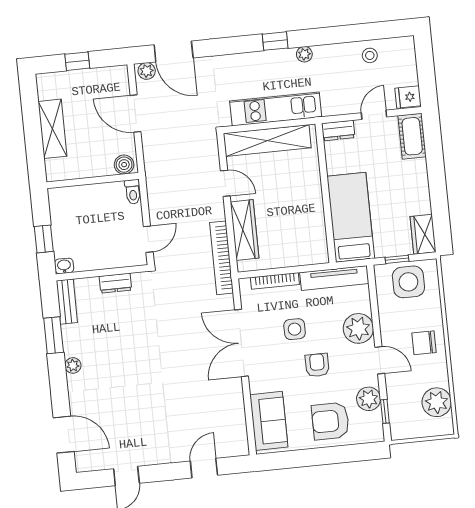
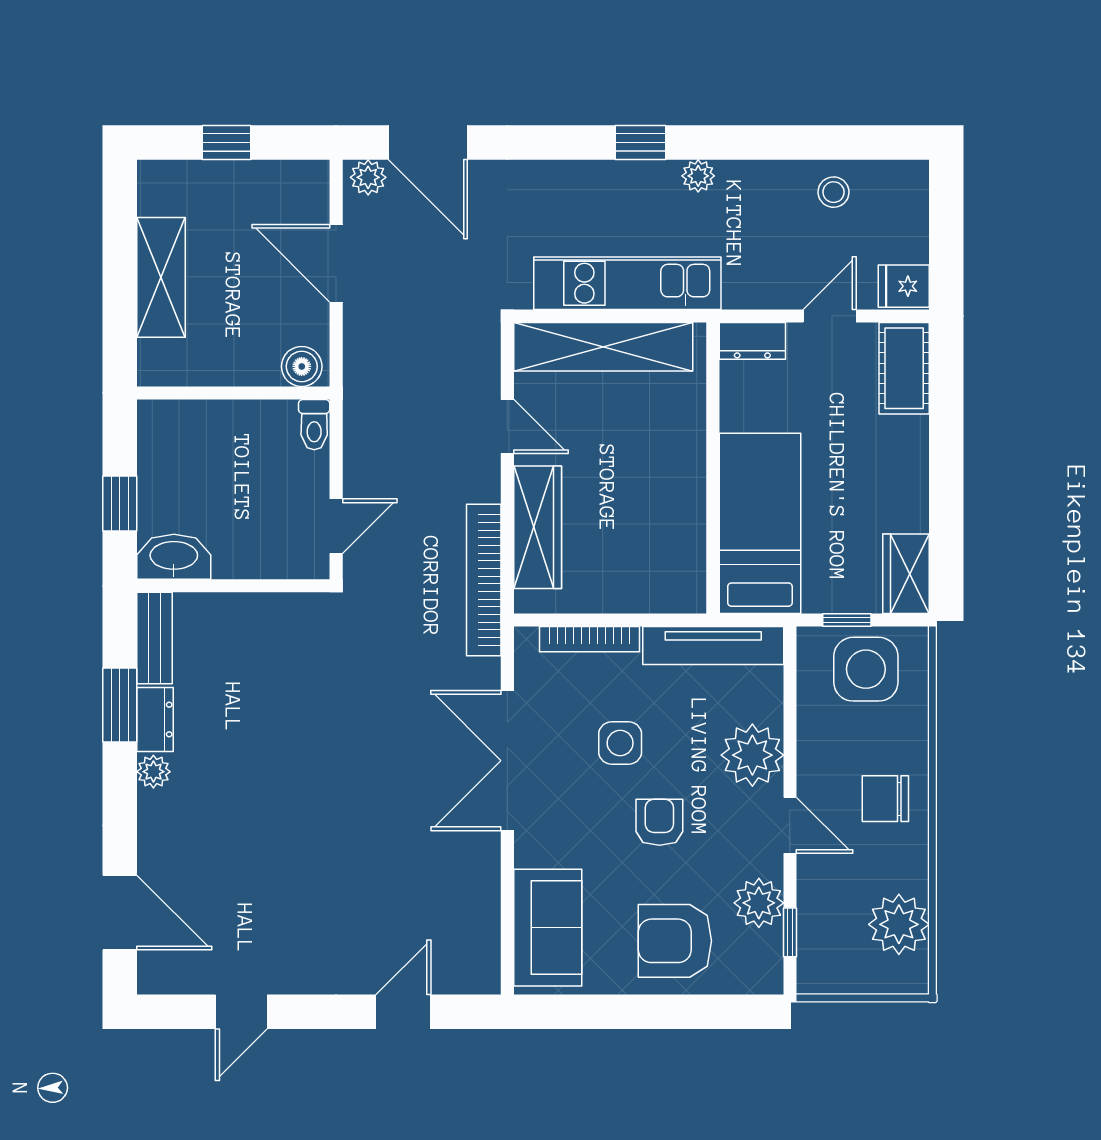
washbasin: (64, 266) -> (174, 557), width x1.91, depth x1.45
dresser: (115, 283) -> (155, 719), moved, turned -90

